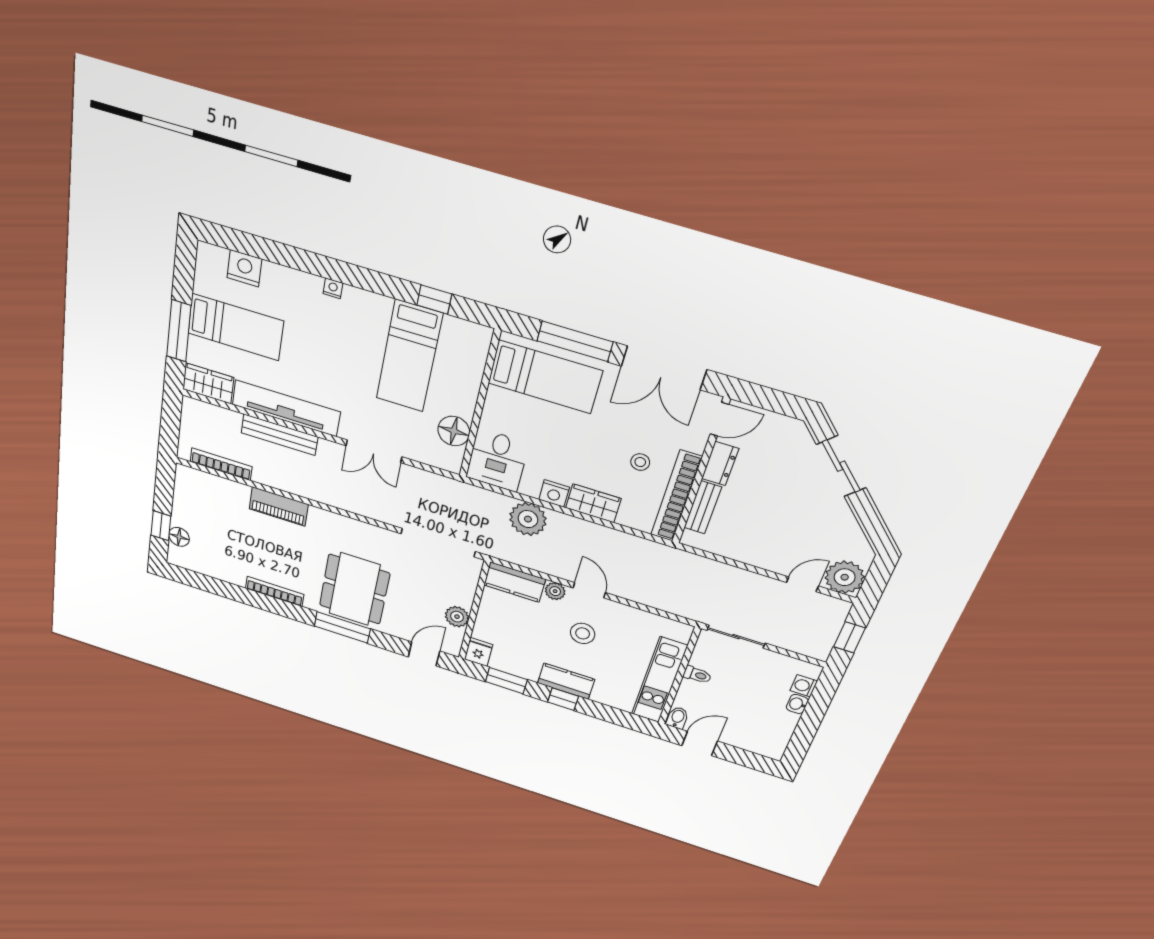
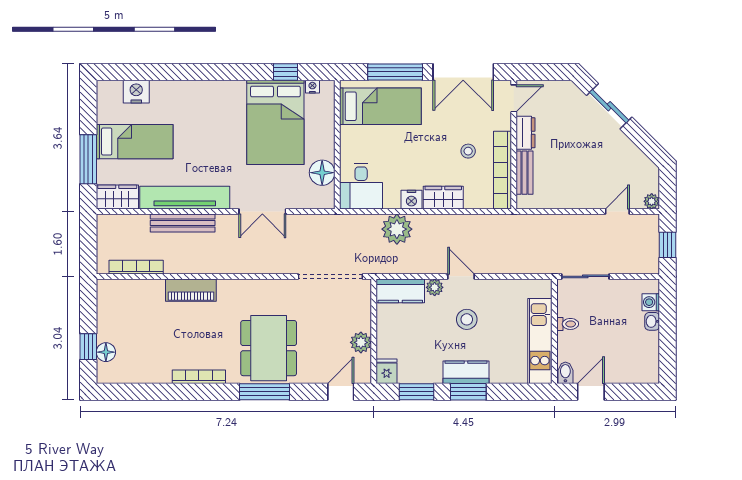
nightstand: (333, 288) -> (312, 87), moved
bed: (409, 356) -> (275, 122), width x1.50
plant: (845, 577) -> (652, 201), width x0.53, depth x0.53
window: (563, 699) -> (468, 392), width x1.50

